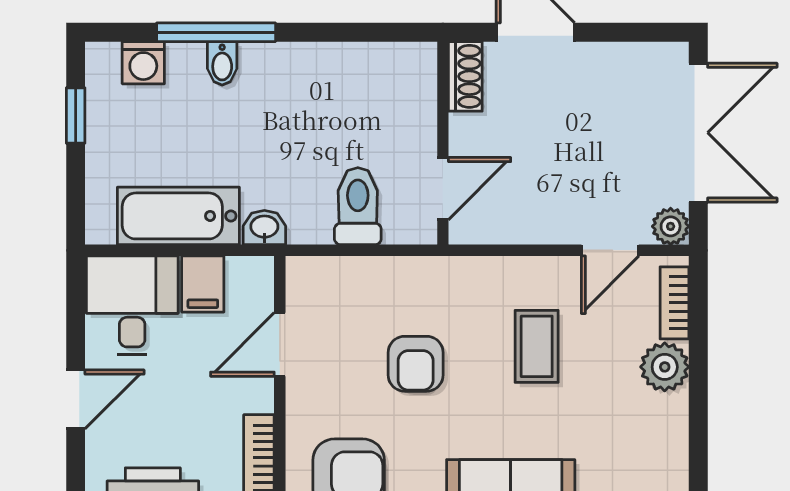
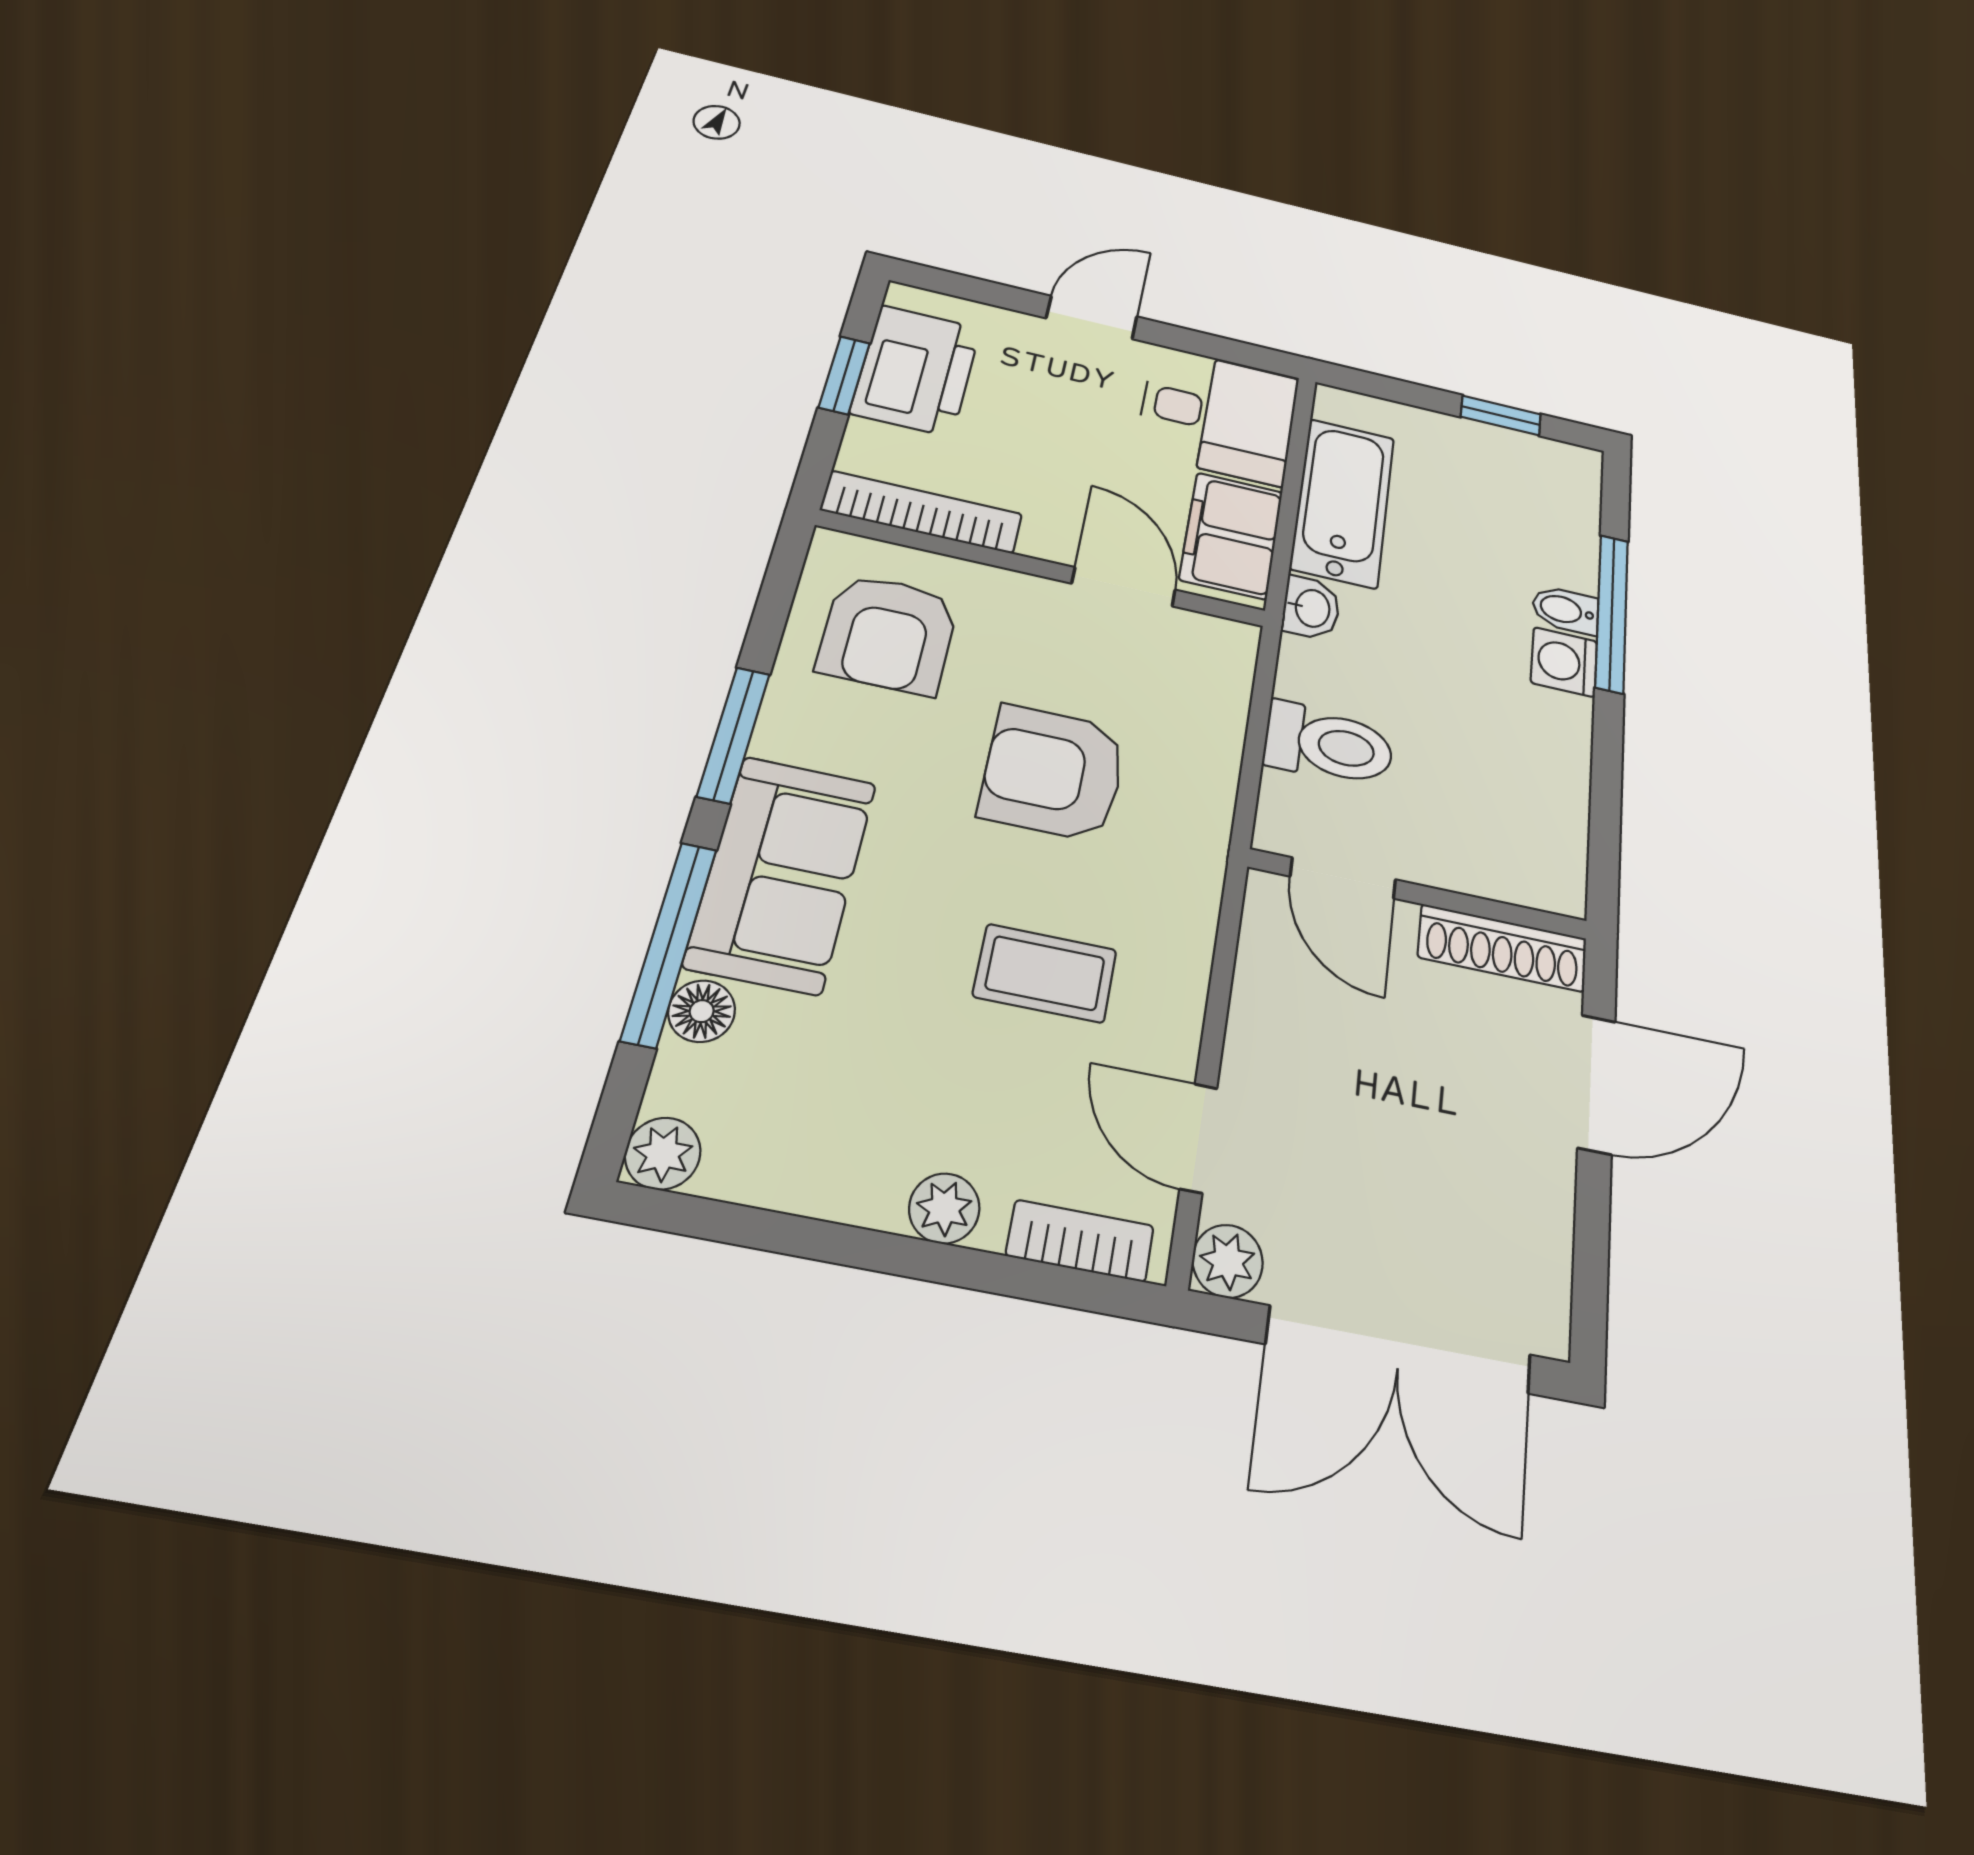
washing machine: (143, 63) -> (1564, 662), moved
shoe rack: (465, 76) -> (1503, 948), width x1.43
filing cabinet: (203, 284) -> (1231, 535), width x2.00
armchair: (416, 364) -> (1053, 773), width x1.38, depth x1.38
plant: (665, 367) -> (944, 1208), width x0.73, depth x0.73
door: (76, 399) -> (1092, 317), swing flipped

